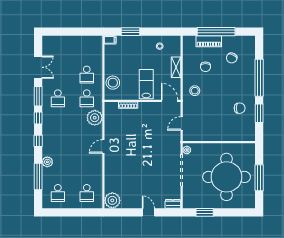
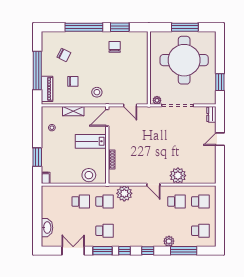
washbasin: (61, 41) -> (47, 228), added
piano: (209, 41) -> (47, 89), moved
school desk: (87, 169) -> (176, 201), added
plant: (112, 200) -> (178, 176), moved

